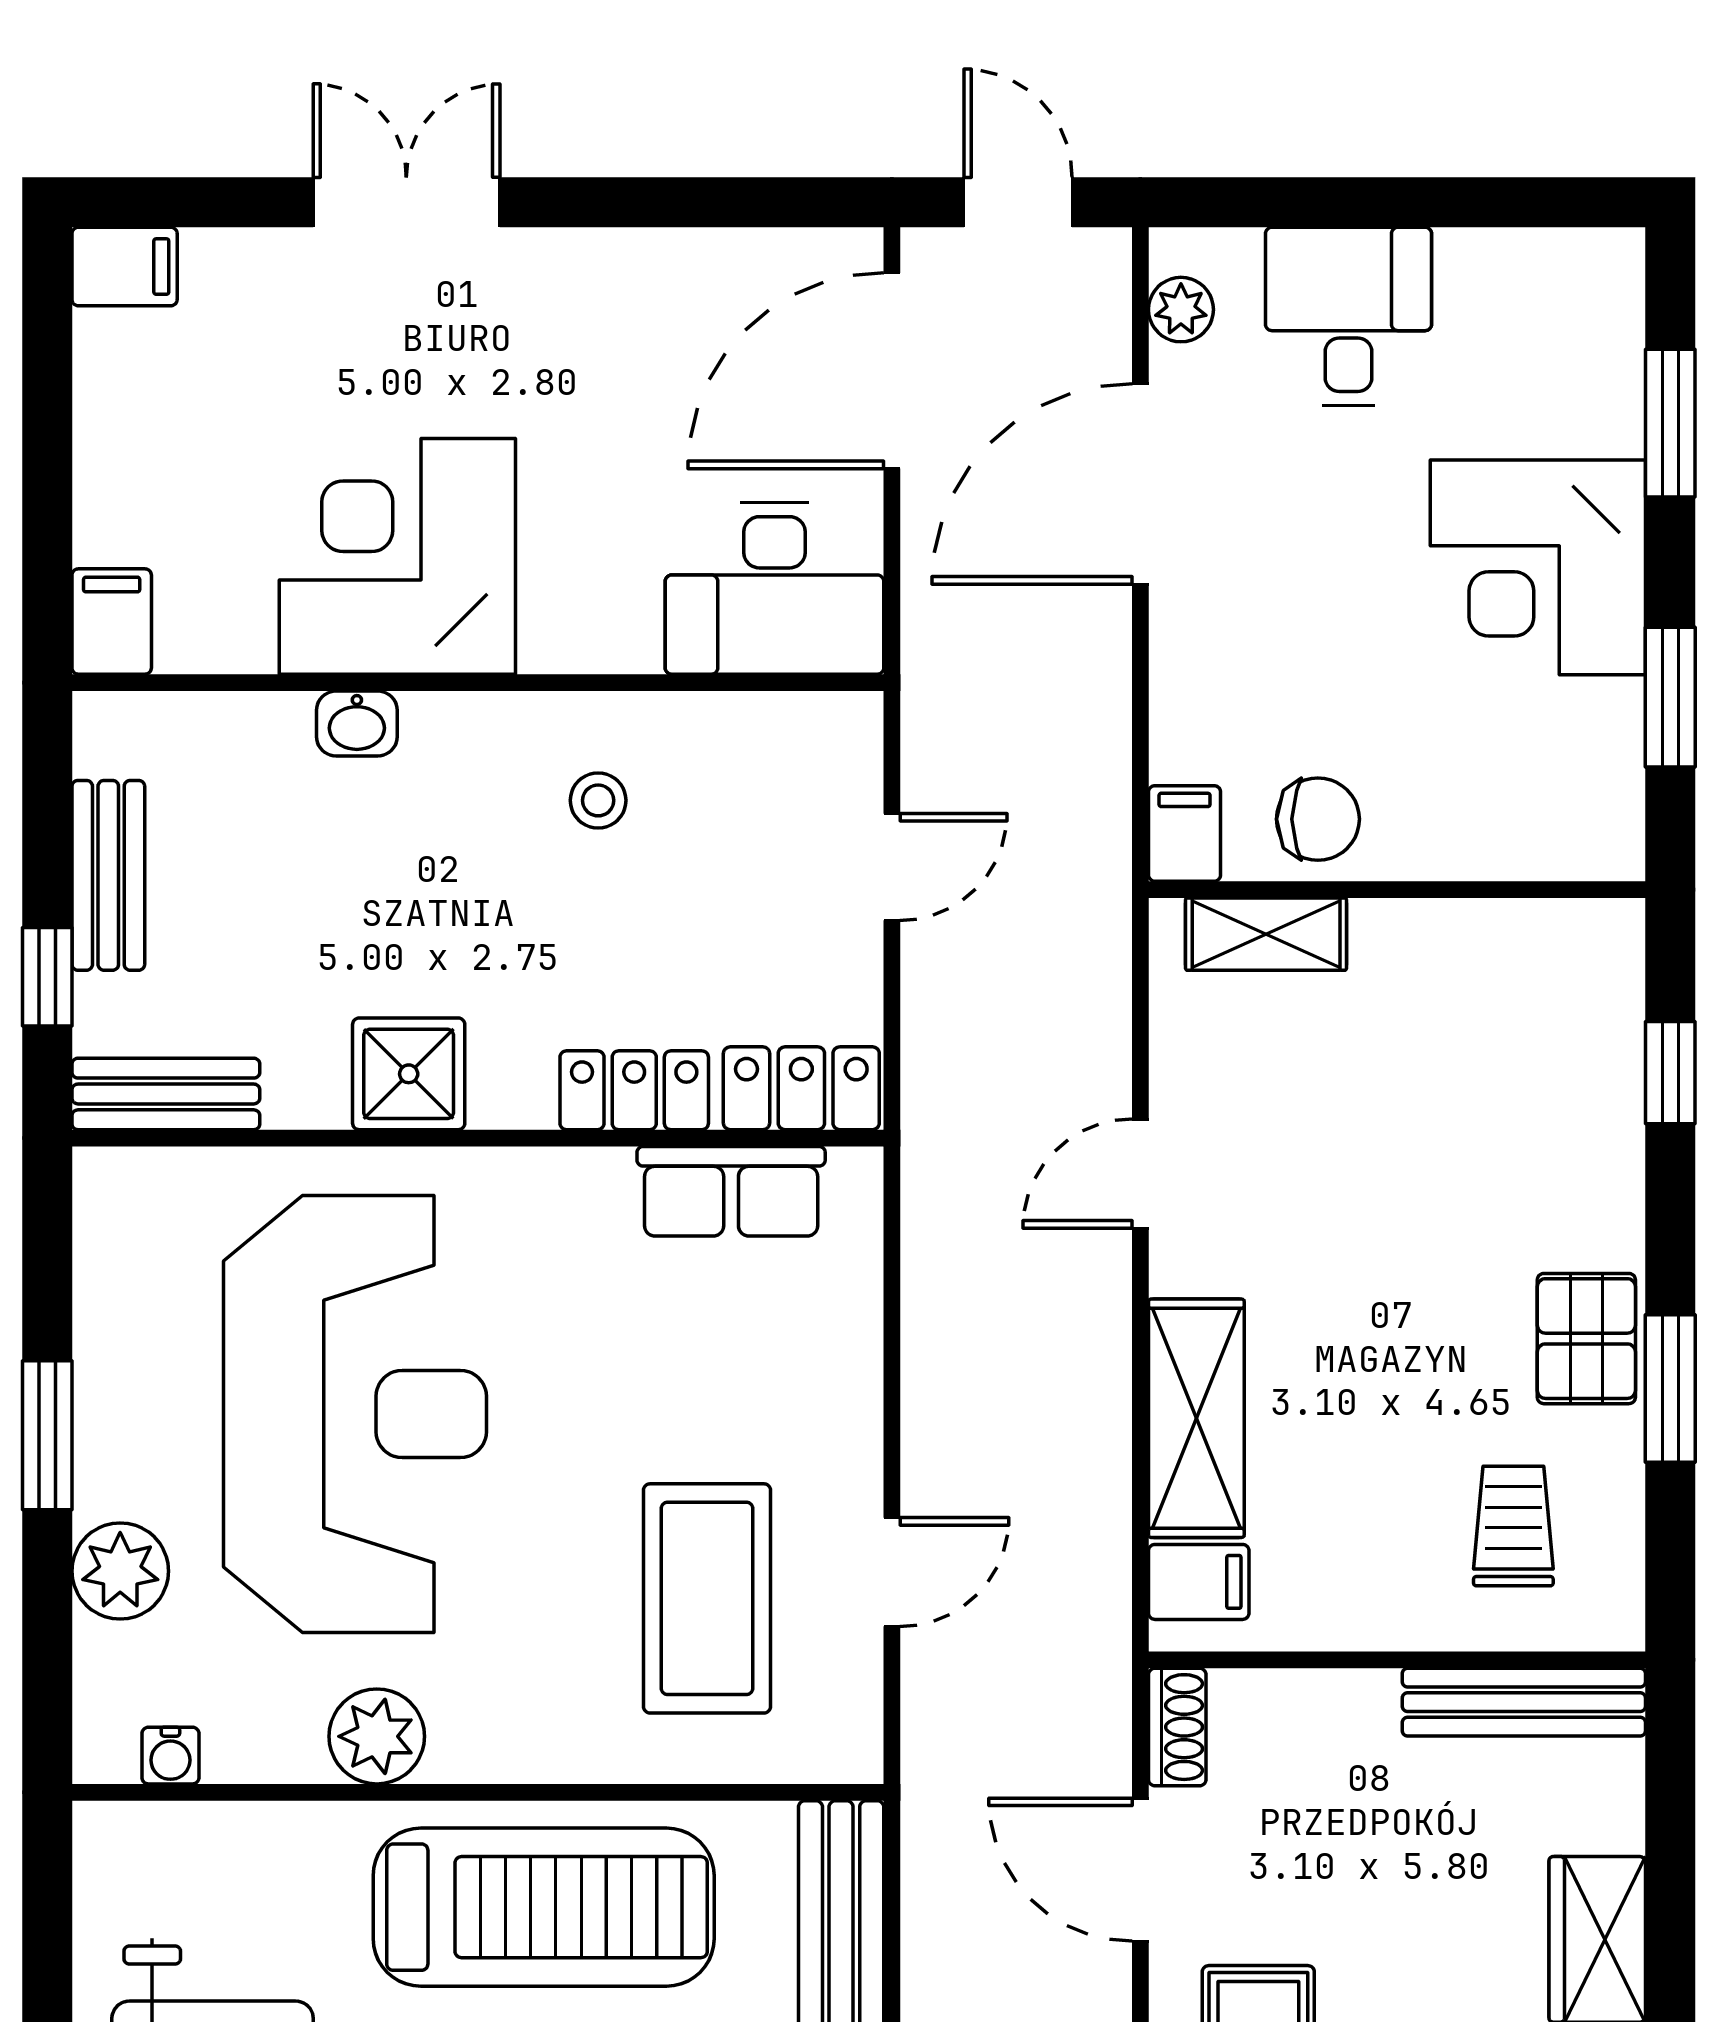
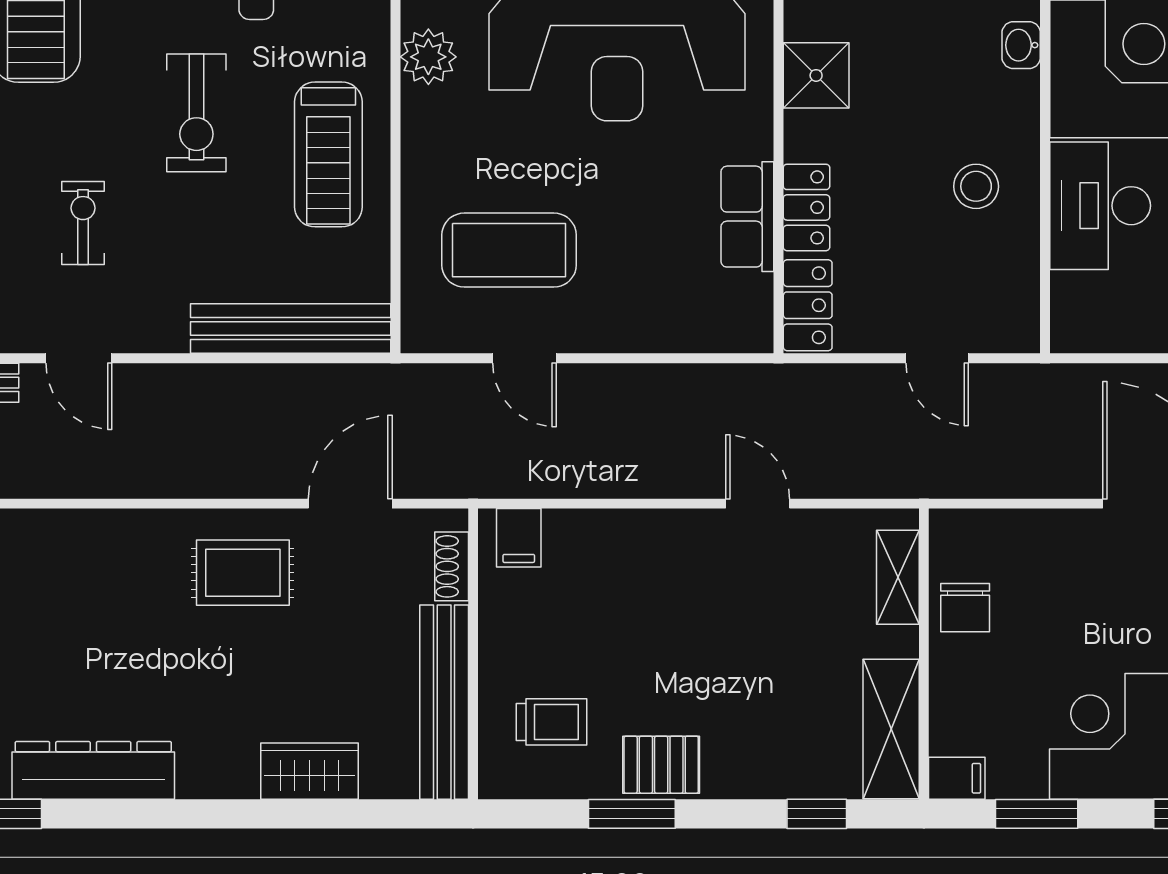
desk: (774, 589) -> (1100, 206), moved
stool: (598, 800) -> (976, 186), width x1.37, depth x1.37
filing cabinet: (1185, 833) -> (957, 778), moved
row of seats: (731, 1191) -> (747, 217), moved
shelving: (1196, 1418) -> (891, 729), moved, turned 90
bench: (1524, 1702) -> (444, 702), width x1.37, depth x1.21
shoe rack: (1177, 1727) -> (452, 566), moved, turned 90
treadmill: (544, 1907) -> (328, 154), width x0.73, depth x0.73

